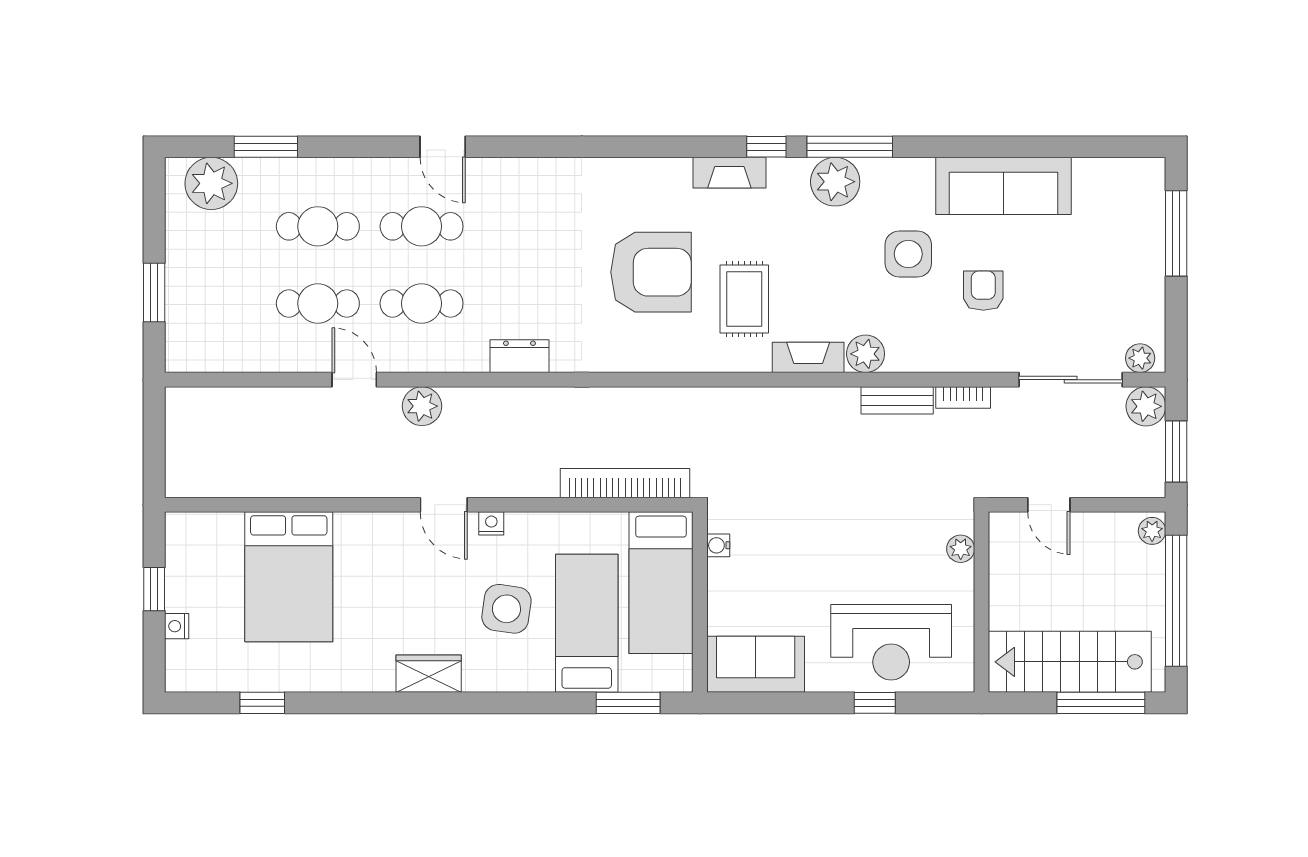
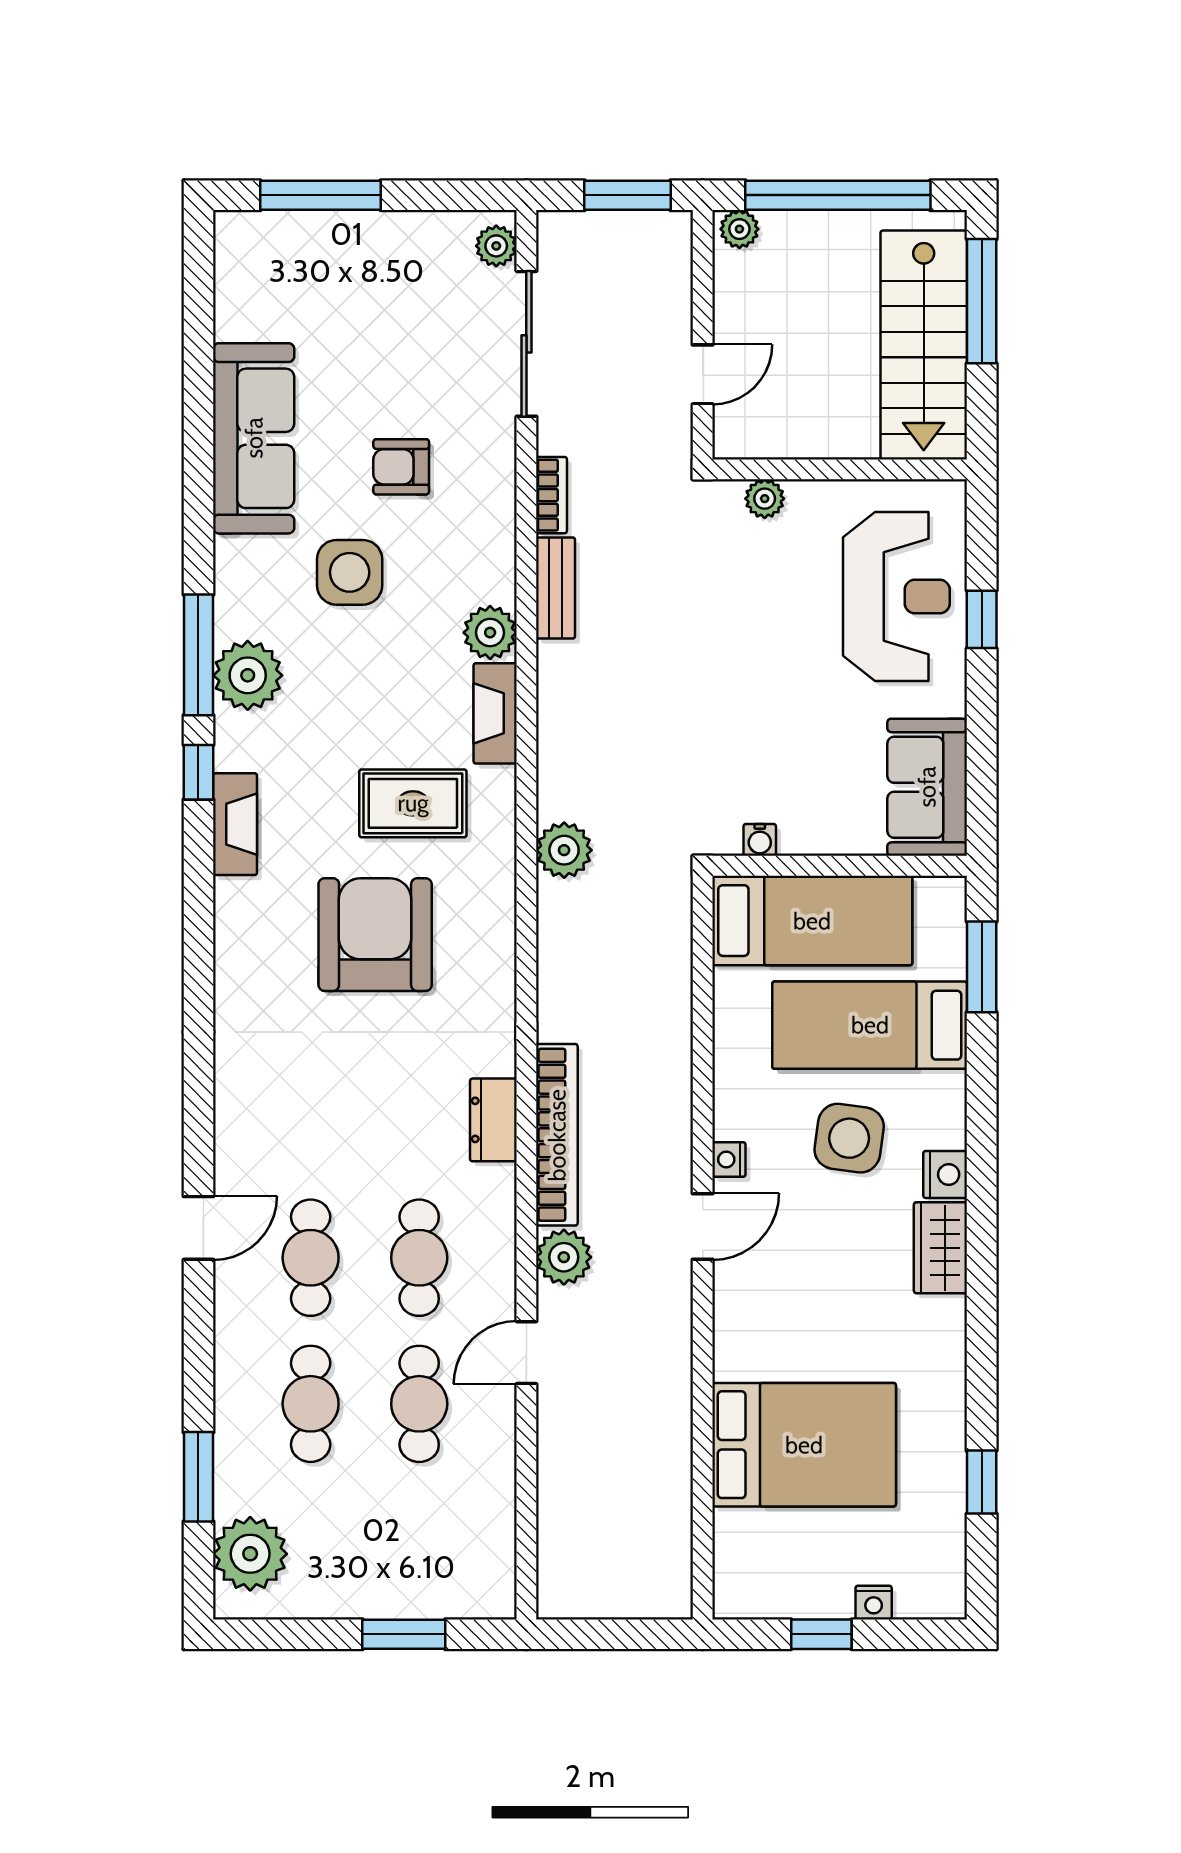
plant: (1146, 406) -> (564, 850), moved
bookcase: (625, 483) -> (557, 1135), moved, turned 180
nightstand: (481, 677) -> (945, 1174), added

